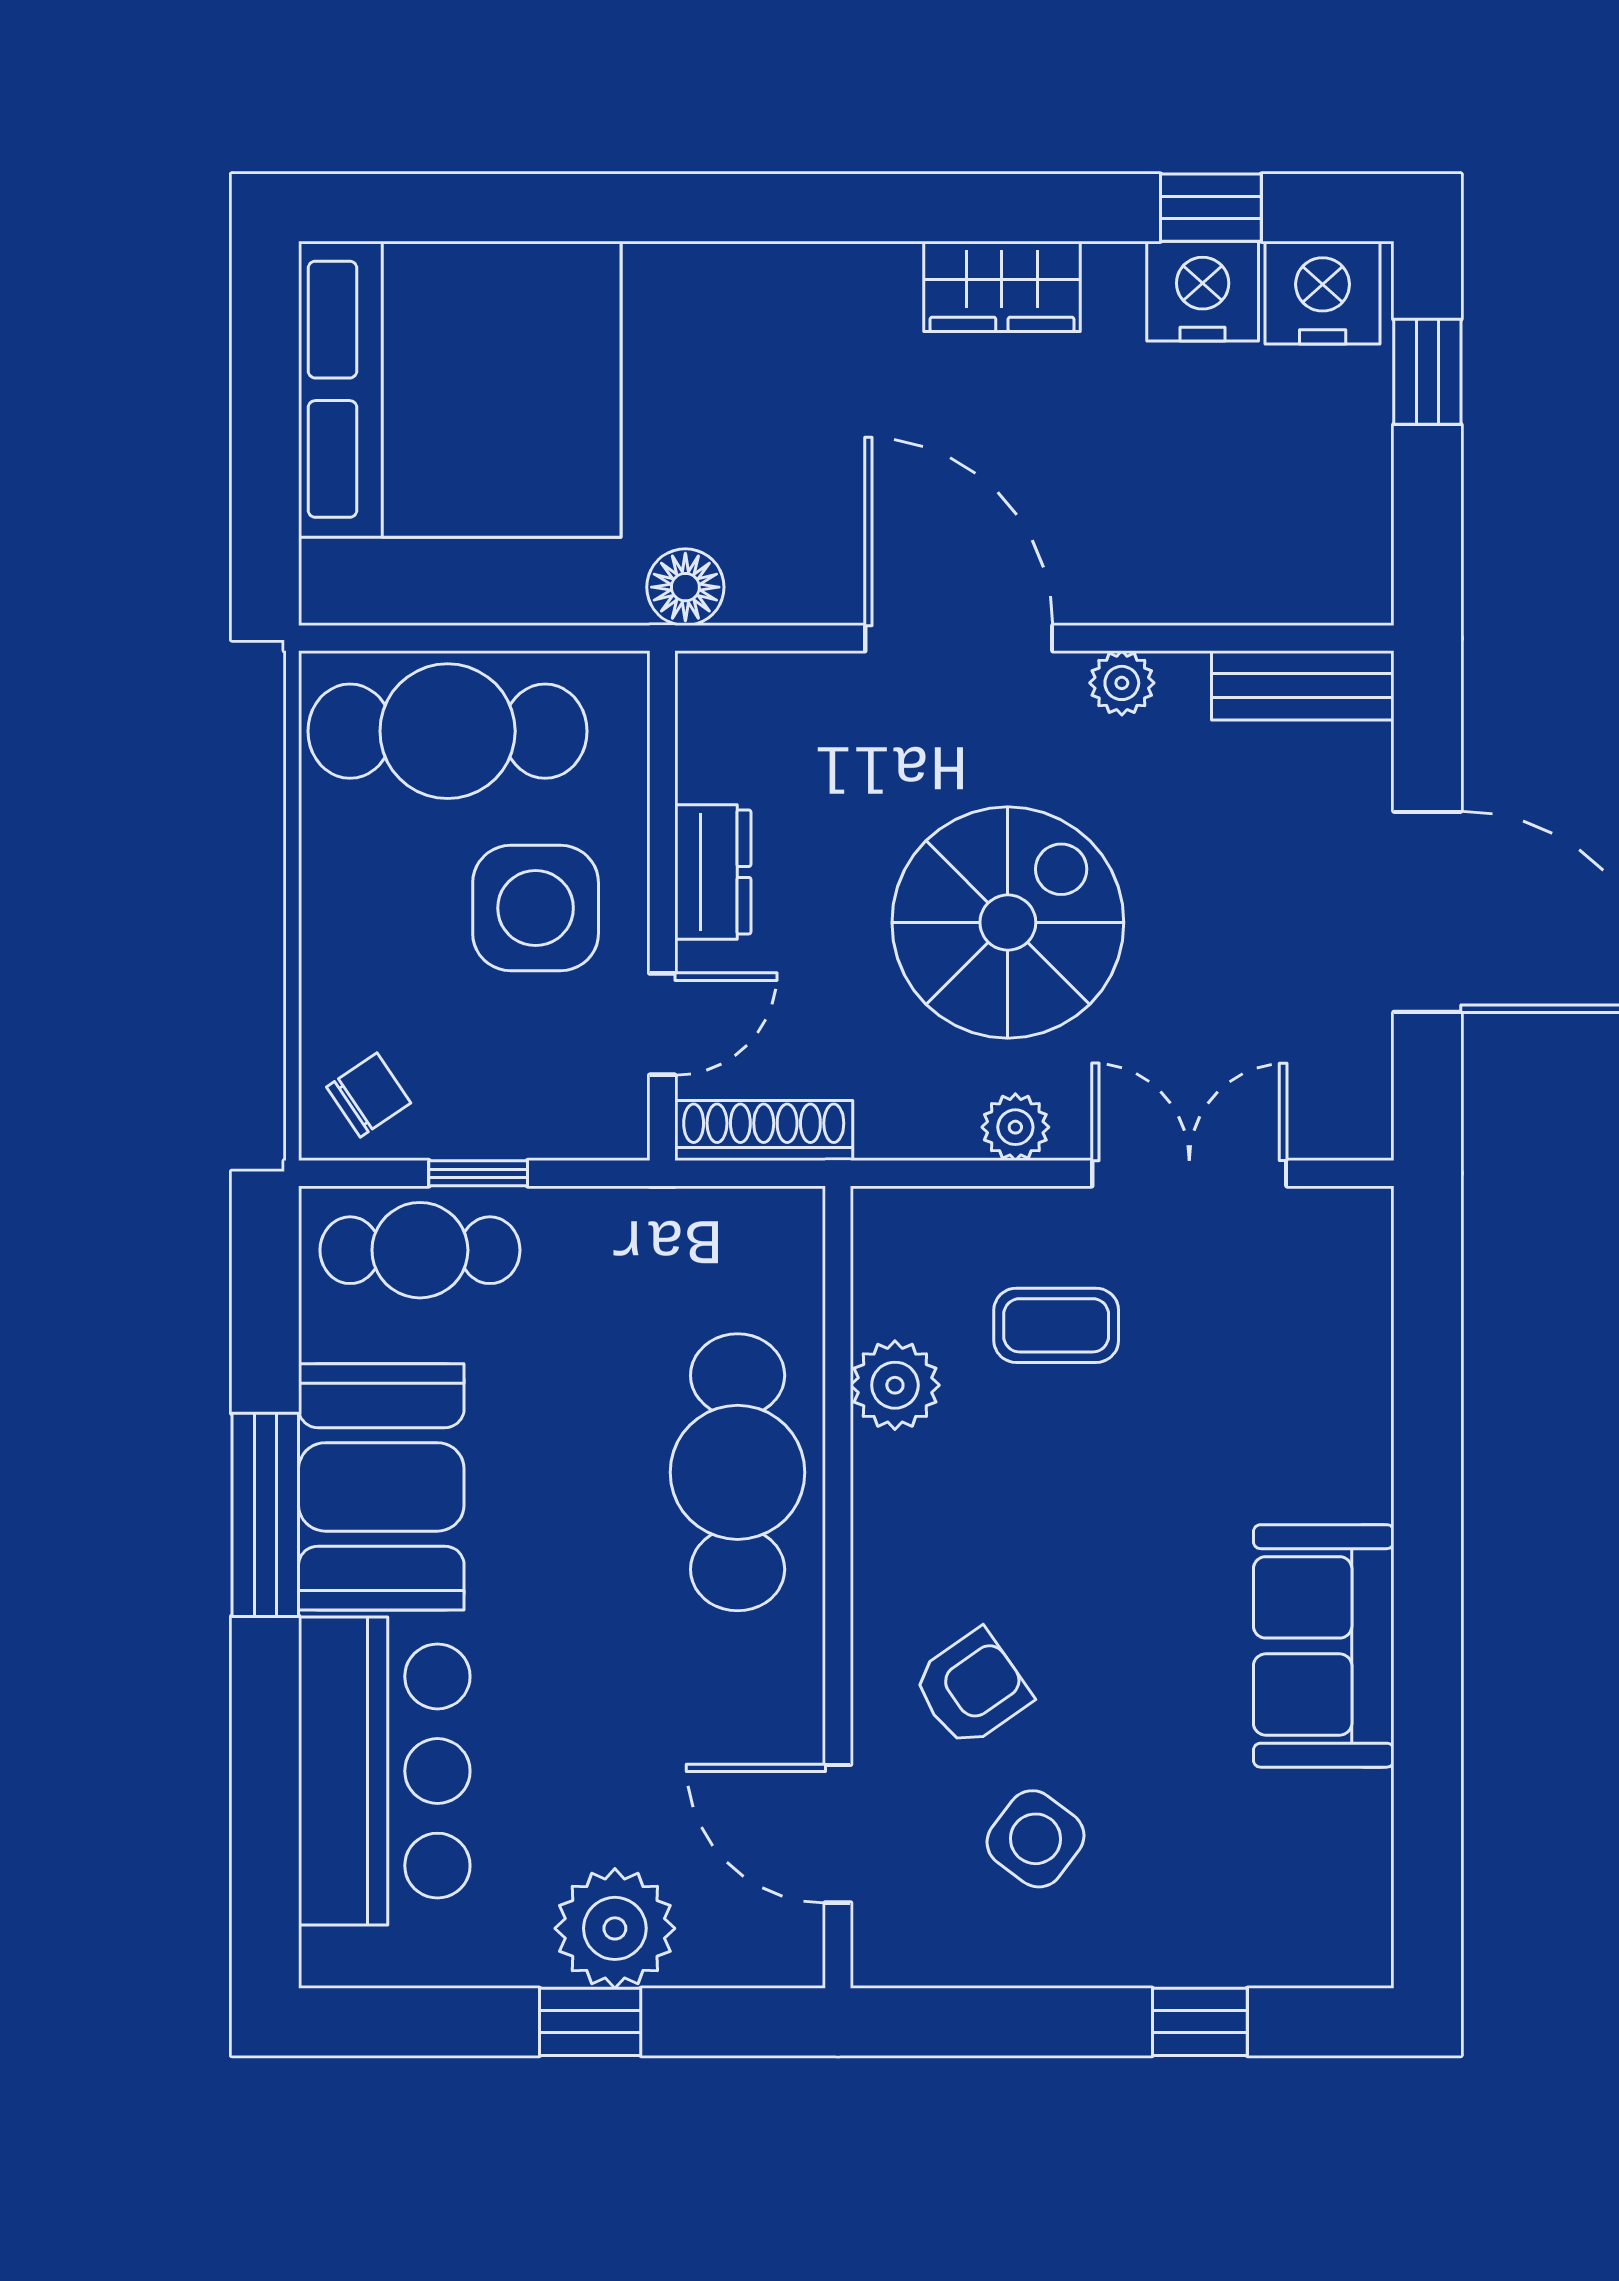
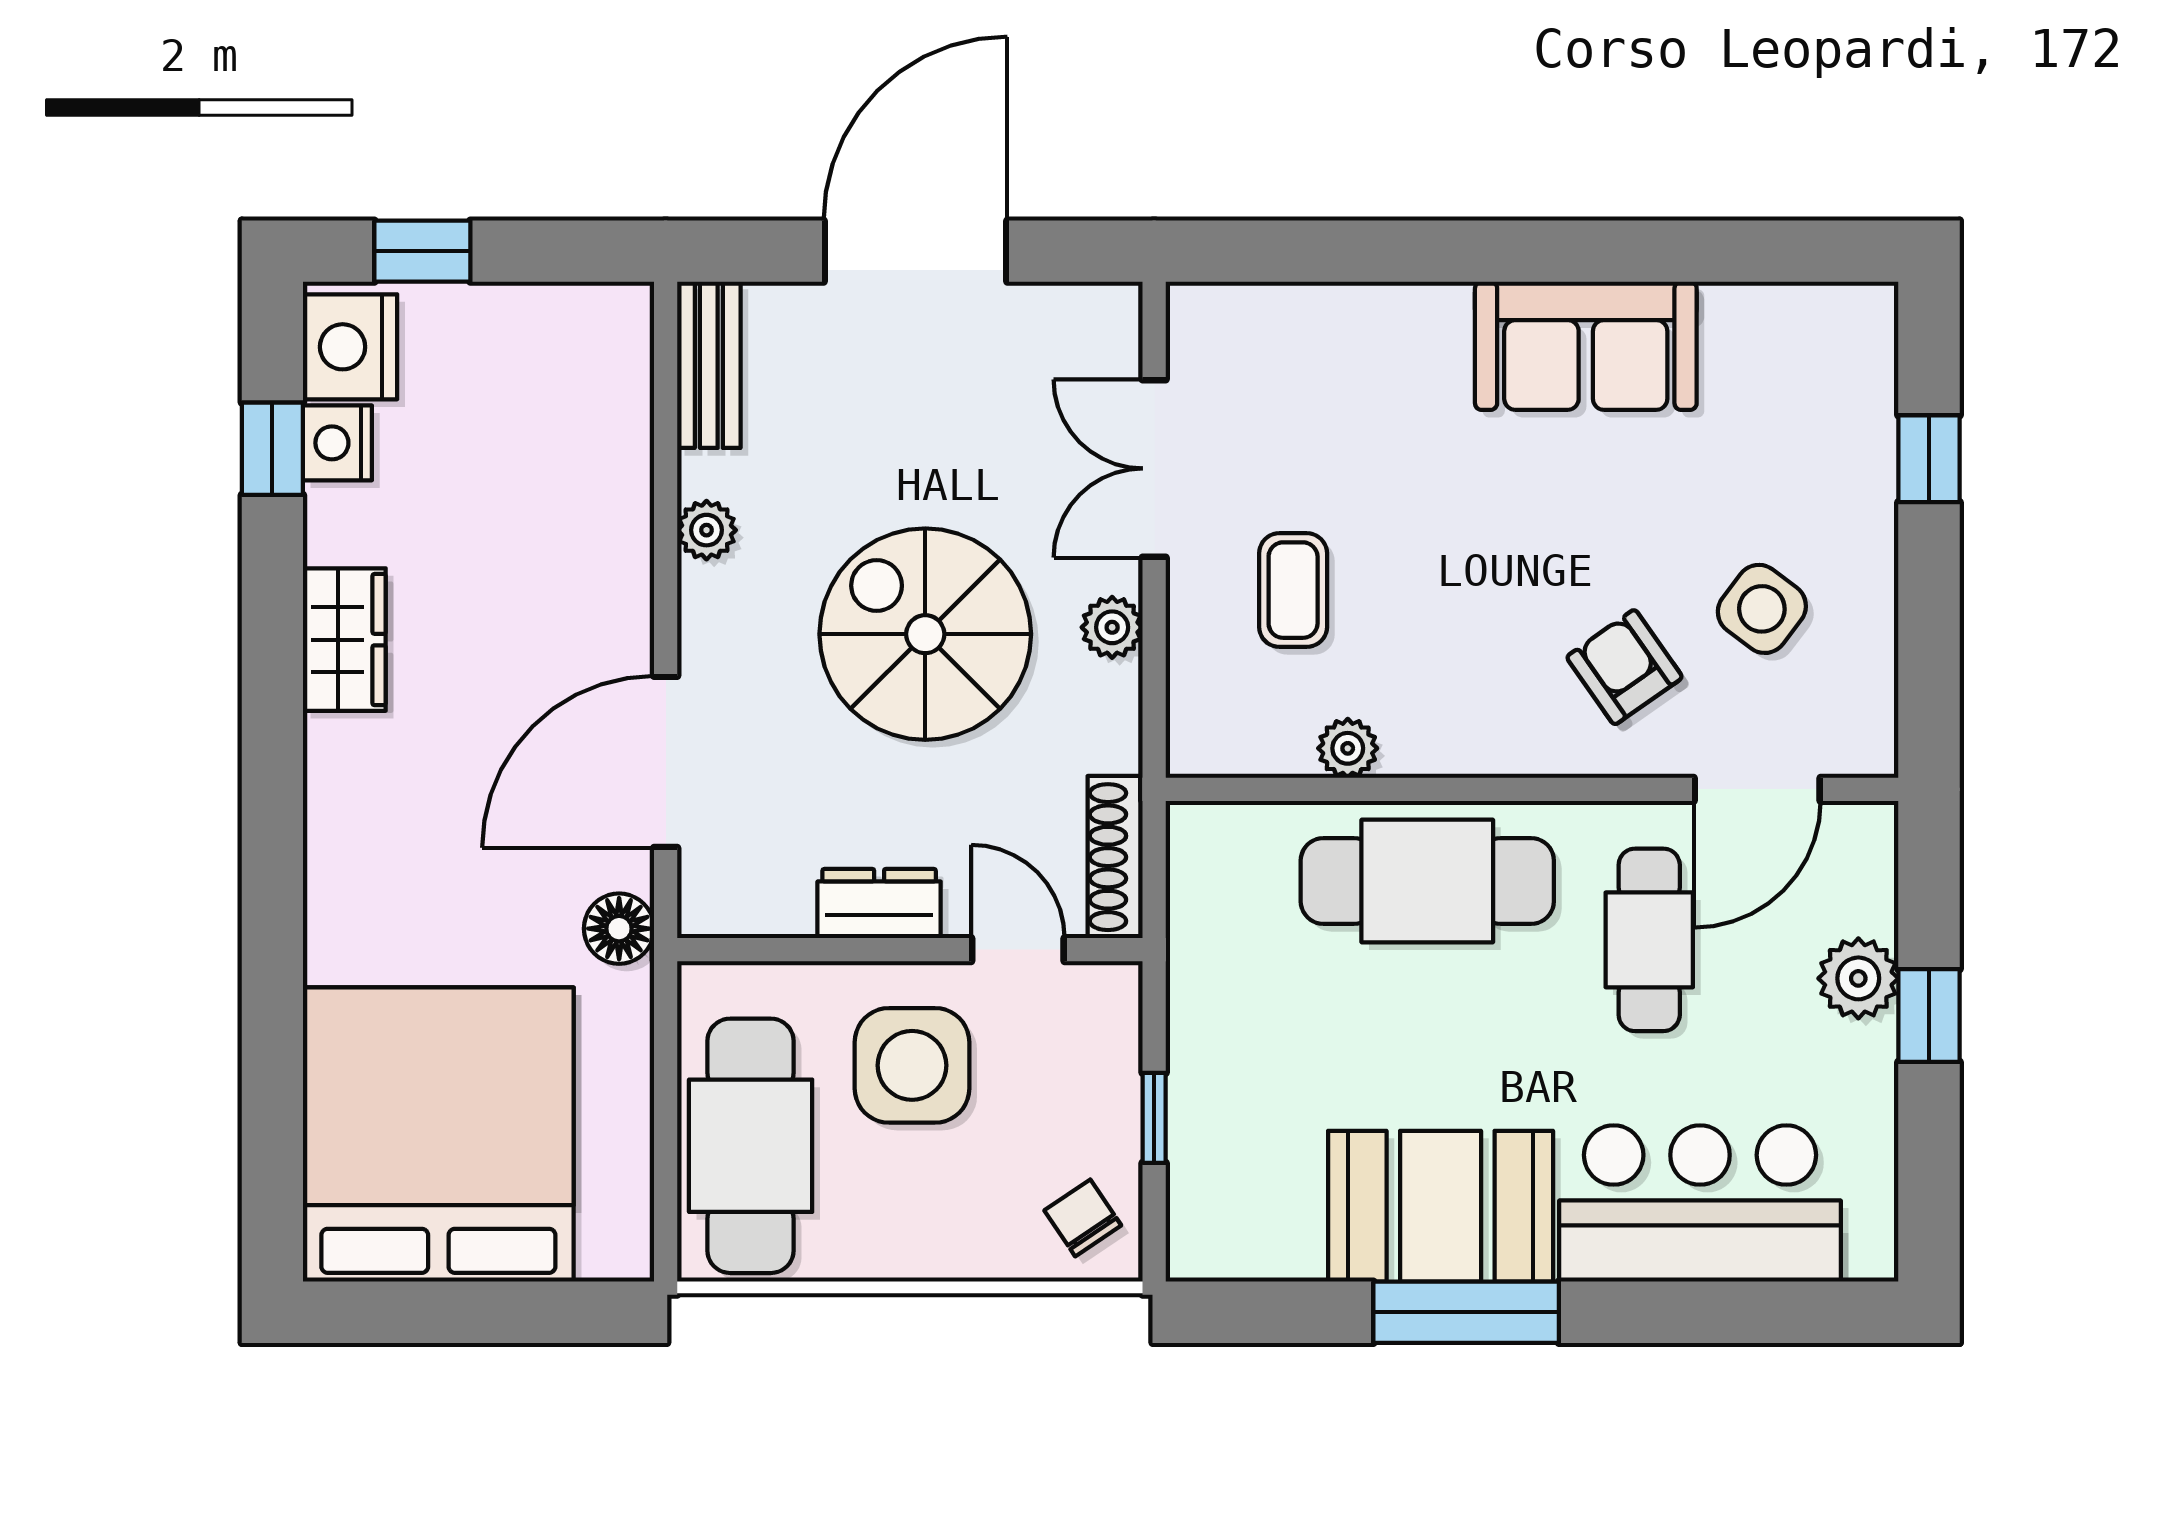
nightstand: (1203, 291) -> (337, 443), width x0.74, depth x0.75
door: (959, 638) -> (666, 762), moved
cafe table: (420, 1250) -> (1649, 940), moved
plant: (895, 1385) -> (1348, 748), width x0.73, depth x0.73
plant: (615, 1928) -> (1858, 978), width x0.73, depth x0.73

